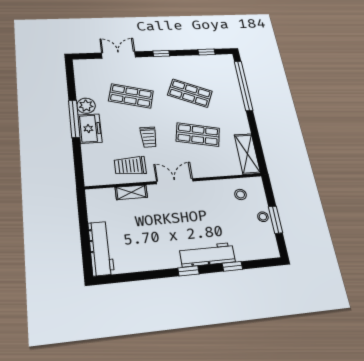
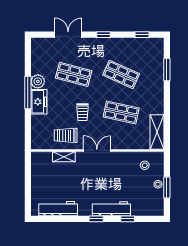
window: (243, 86) -> (167, 70), width x0.47
workbench: (101, 248) -> (58, 209), moved, turned -90

